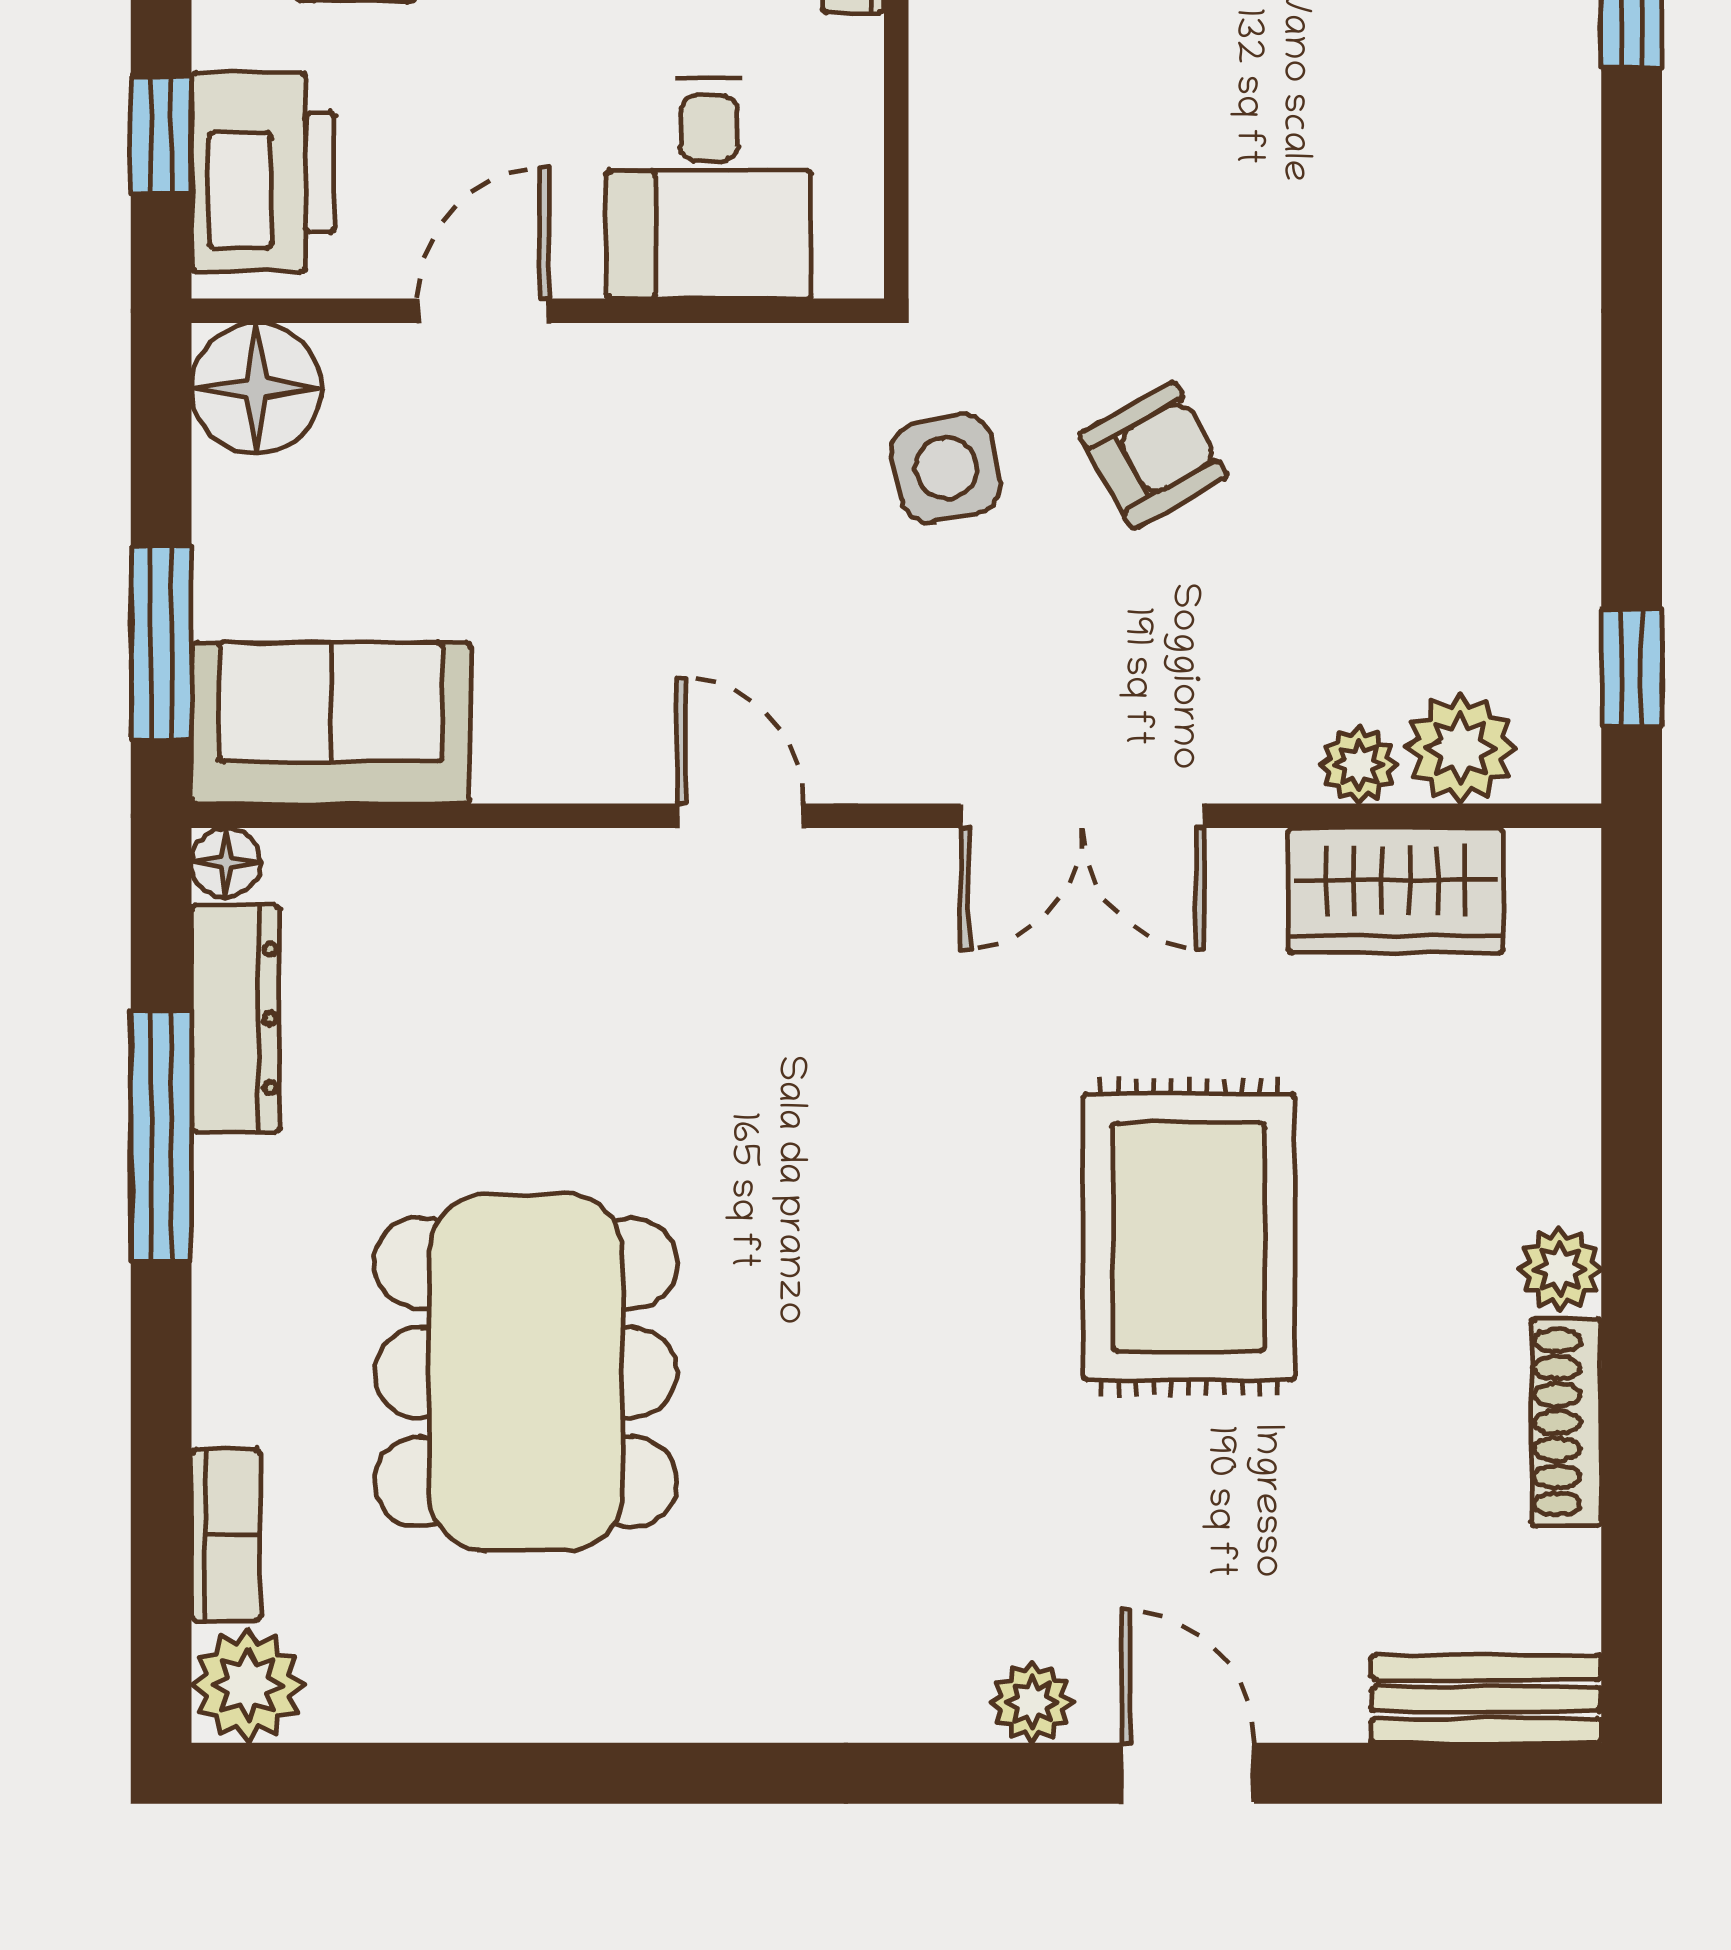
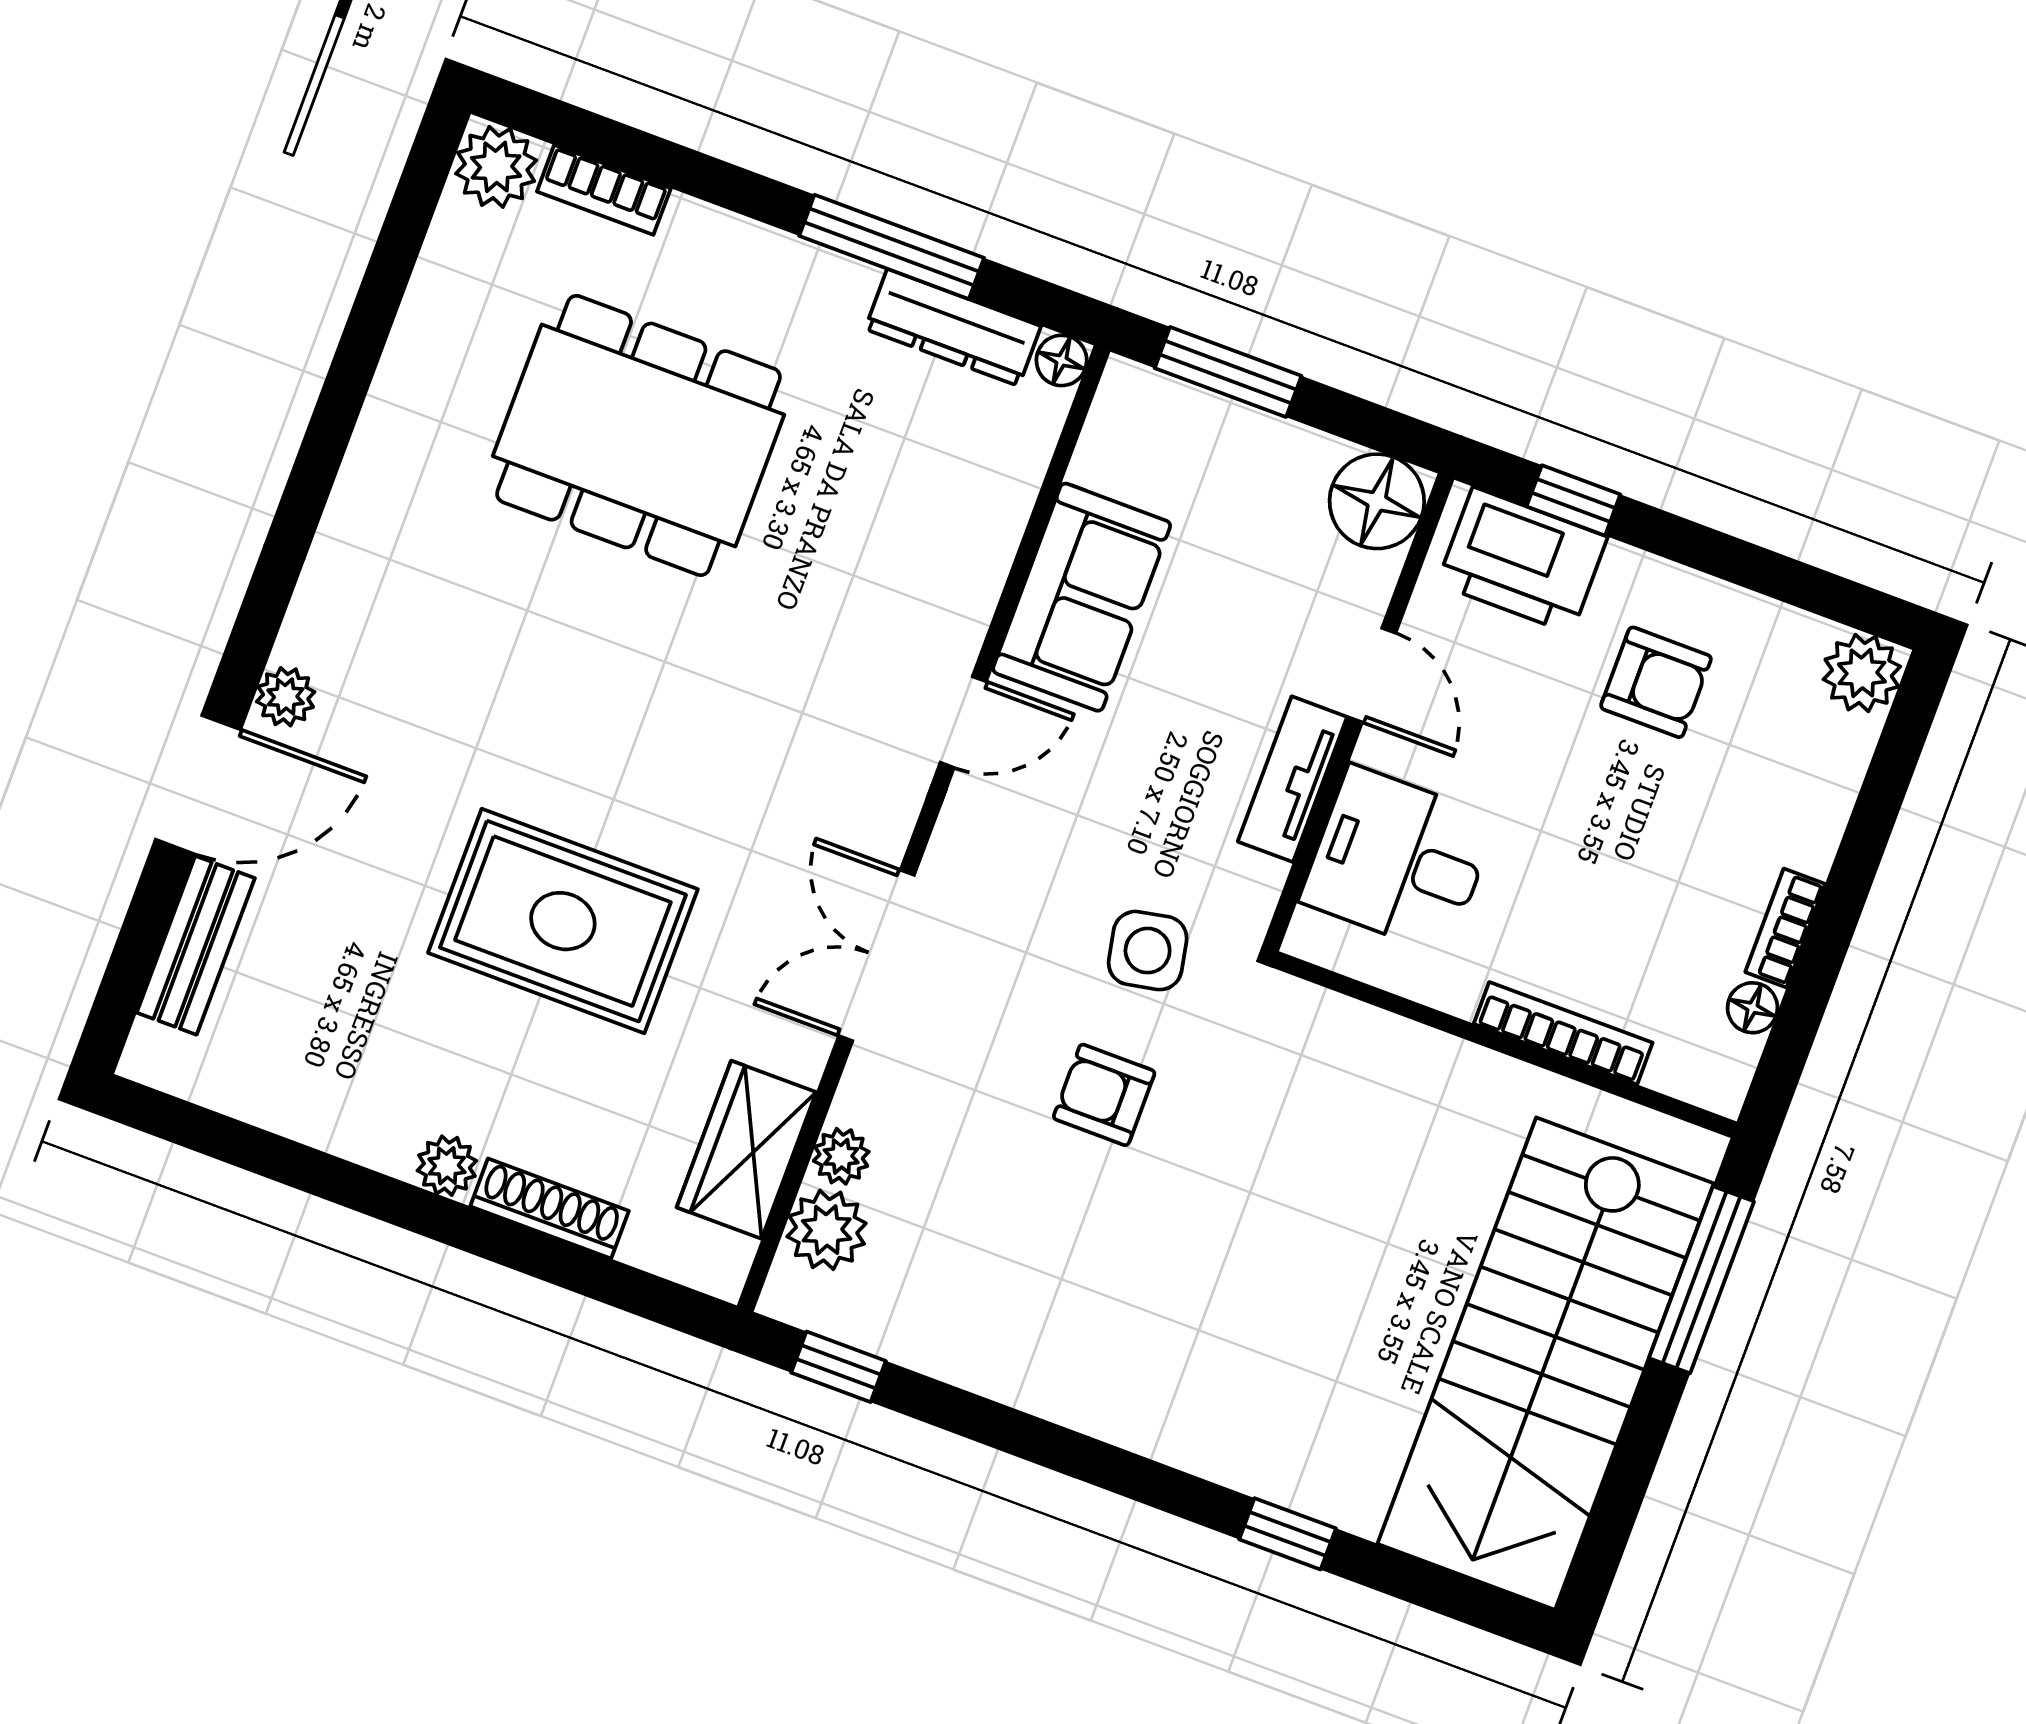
tv unit: (656, 364) -> (1292, 779), added
armchair: (1153, 455) -> (1104, 1095), turned 119
sofa: (331, 723) -> (1082, 597), moved
shoe rack: (1566, 1422) -> (549, 1209), moved
bench: (1486, 1699) -> (196, 945), moved
door: (1188, 1773) -> (198, 785), width x1.38

